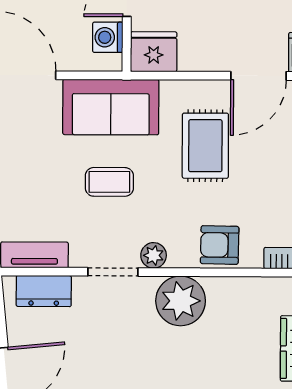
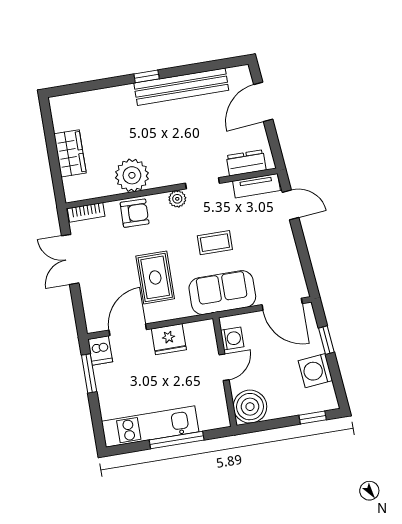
fridge: (154, 52) -> (169, 339), moved
plant: (181, 301) -> (132, 175), moved

